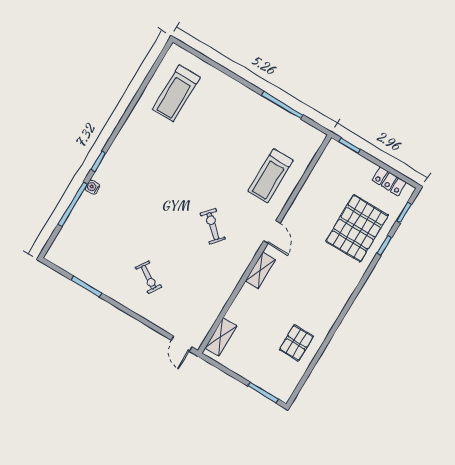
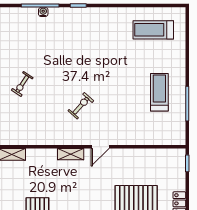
treadmill: (271, 176) -> (159, 92), moved, turned 90
water cooler: (92, 187) -> (43, 12), moved

